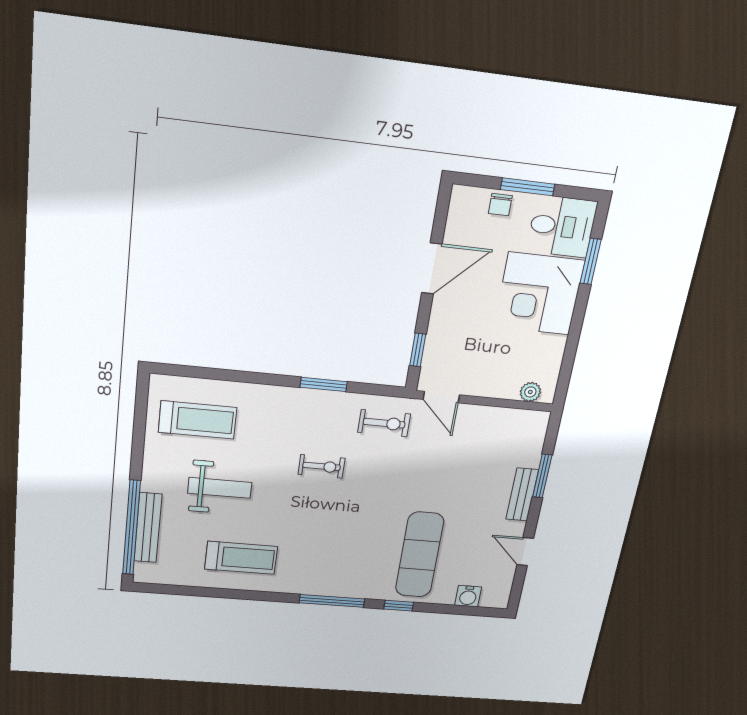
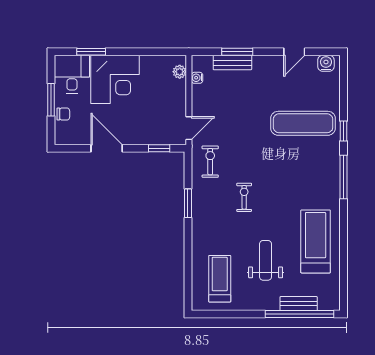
water cooler: (516, 416) -> (197, 78), added
bench: (522, 495) -> (232, 63), moved
bench: (148, 528) -> (299, 304), width x0.73
treadmill: (241, 558) -> (316, 241), width x1.37, depth x1.38
water cooler: (468, 596) -> (326, 63), moved, turned -90

